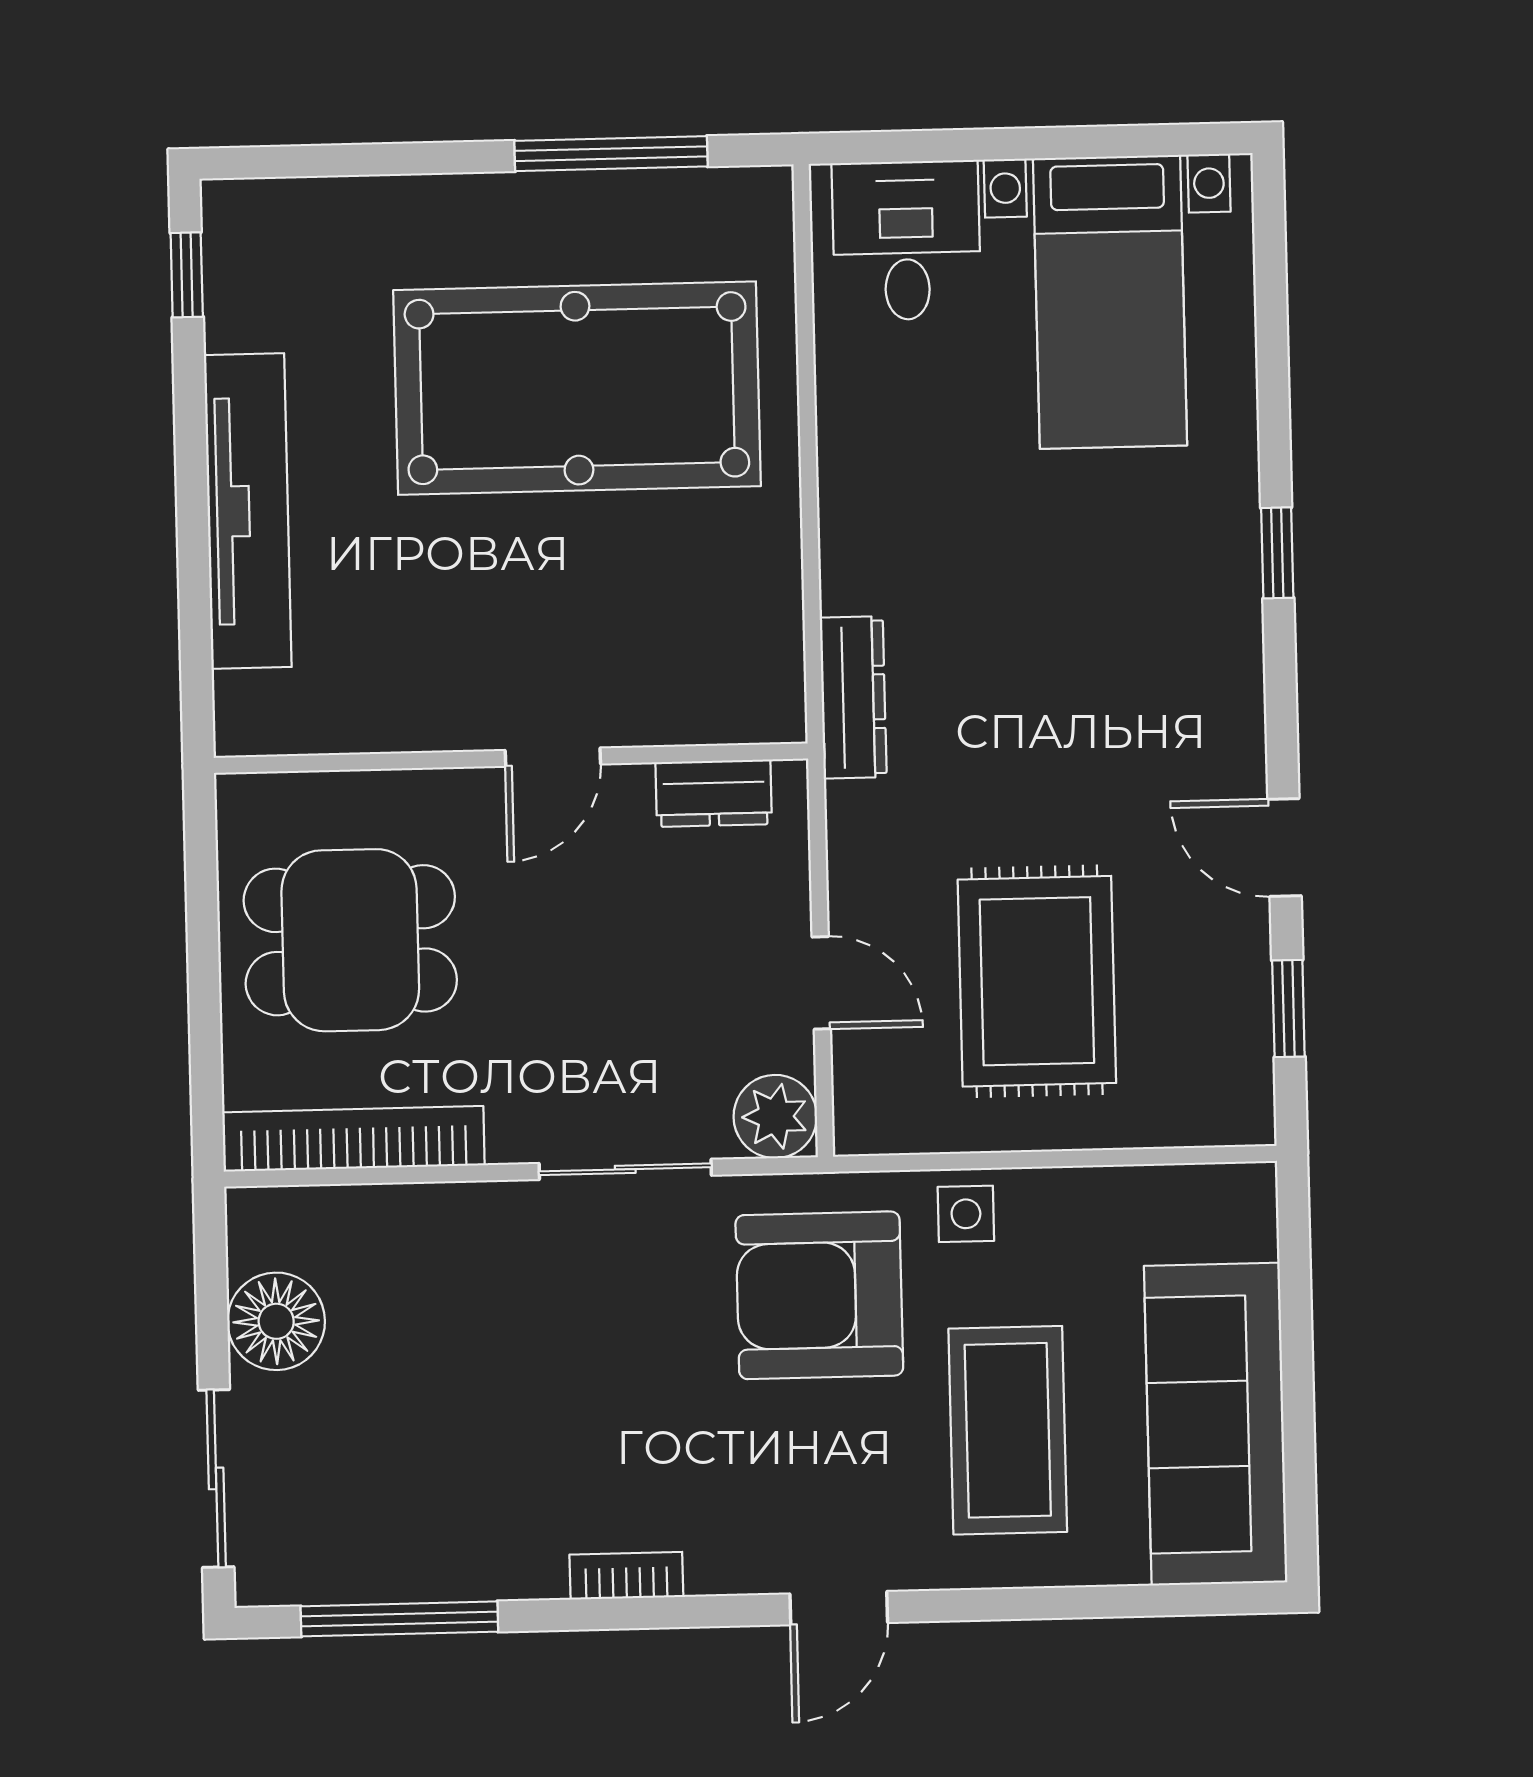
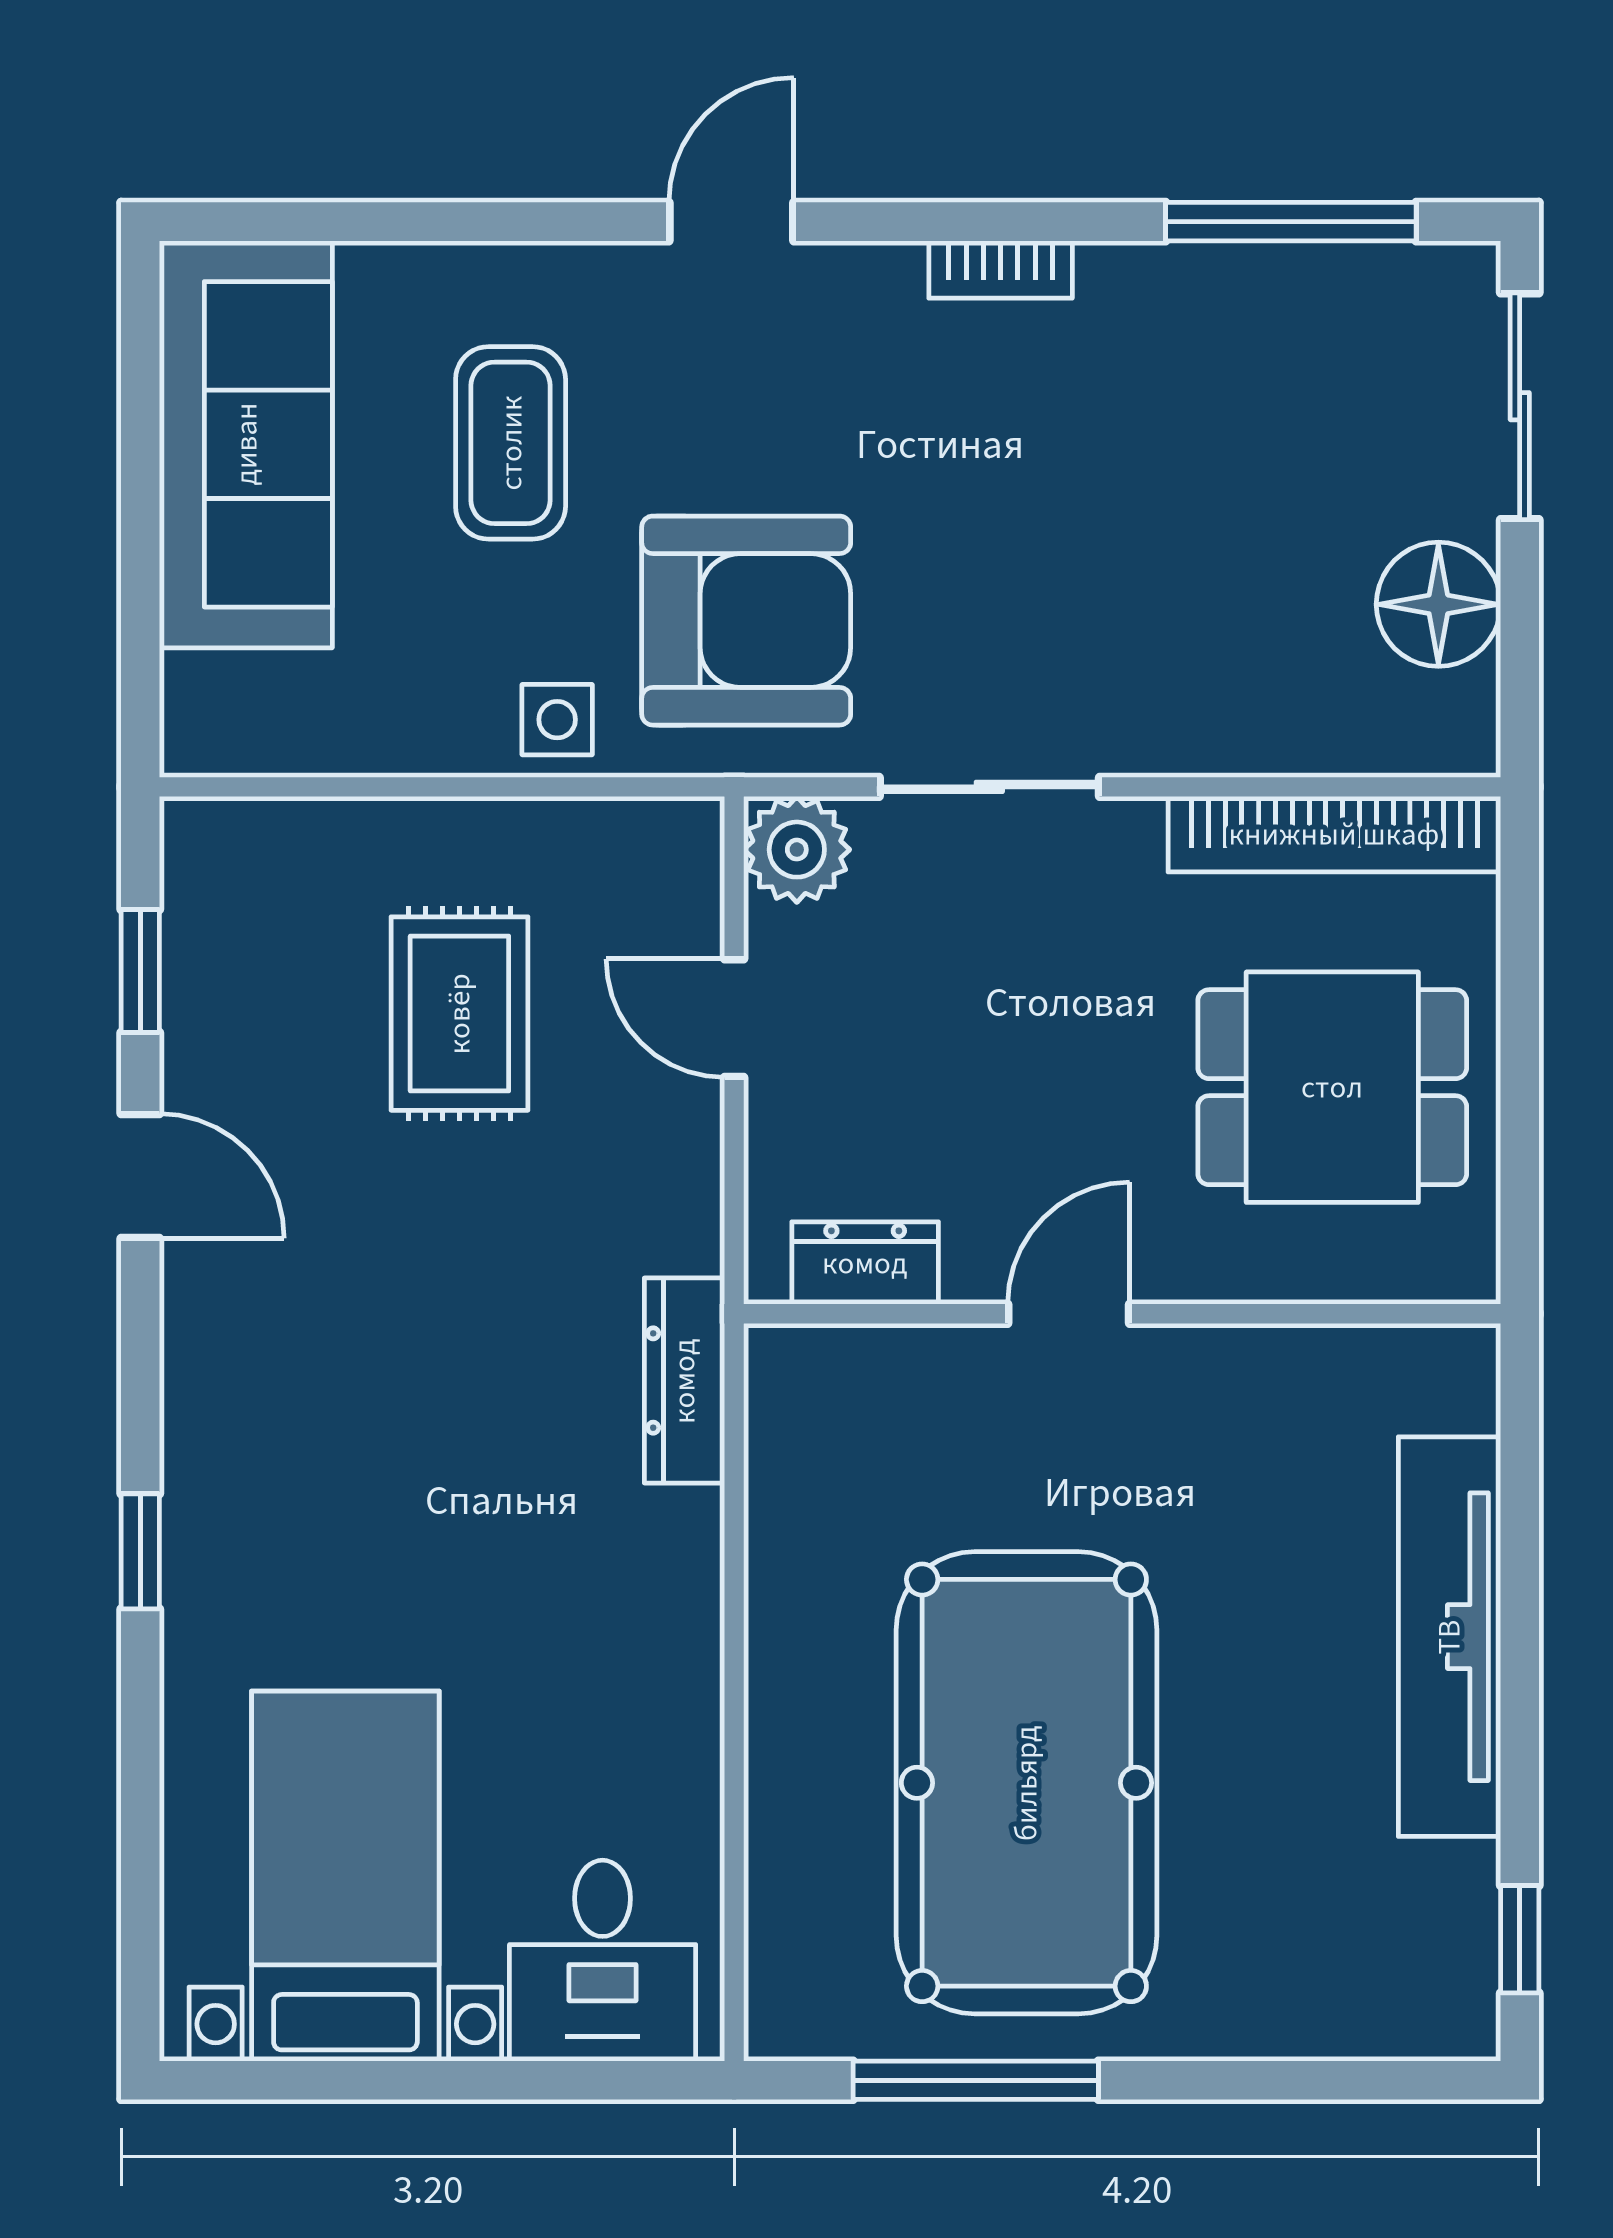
pool table: (577, 388) -> (1026, 1783), turned 90
rug: (1037, 981) -> (459, 1014), width x0.73, depth x0.70
coffee table: (1008, 1430) -> (511, 443), width x0.73, depth x0.76

